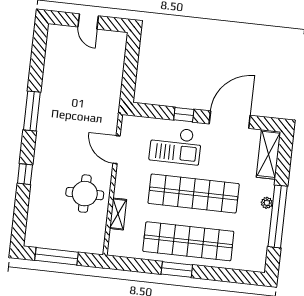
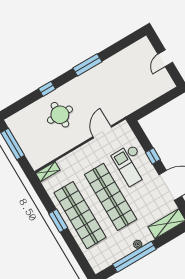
round table: (85, 194) -> (60, 115), moved
shelving: (118, 214) -> (48, 172), moved

